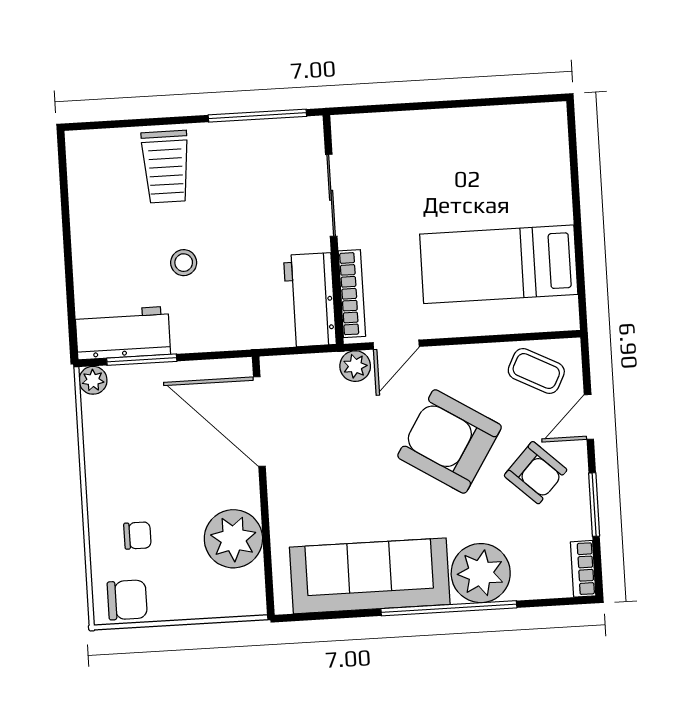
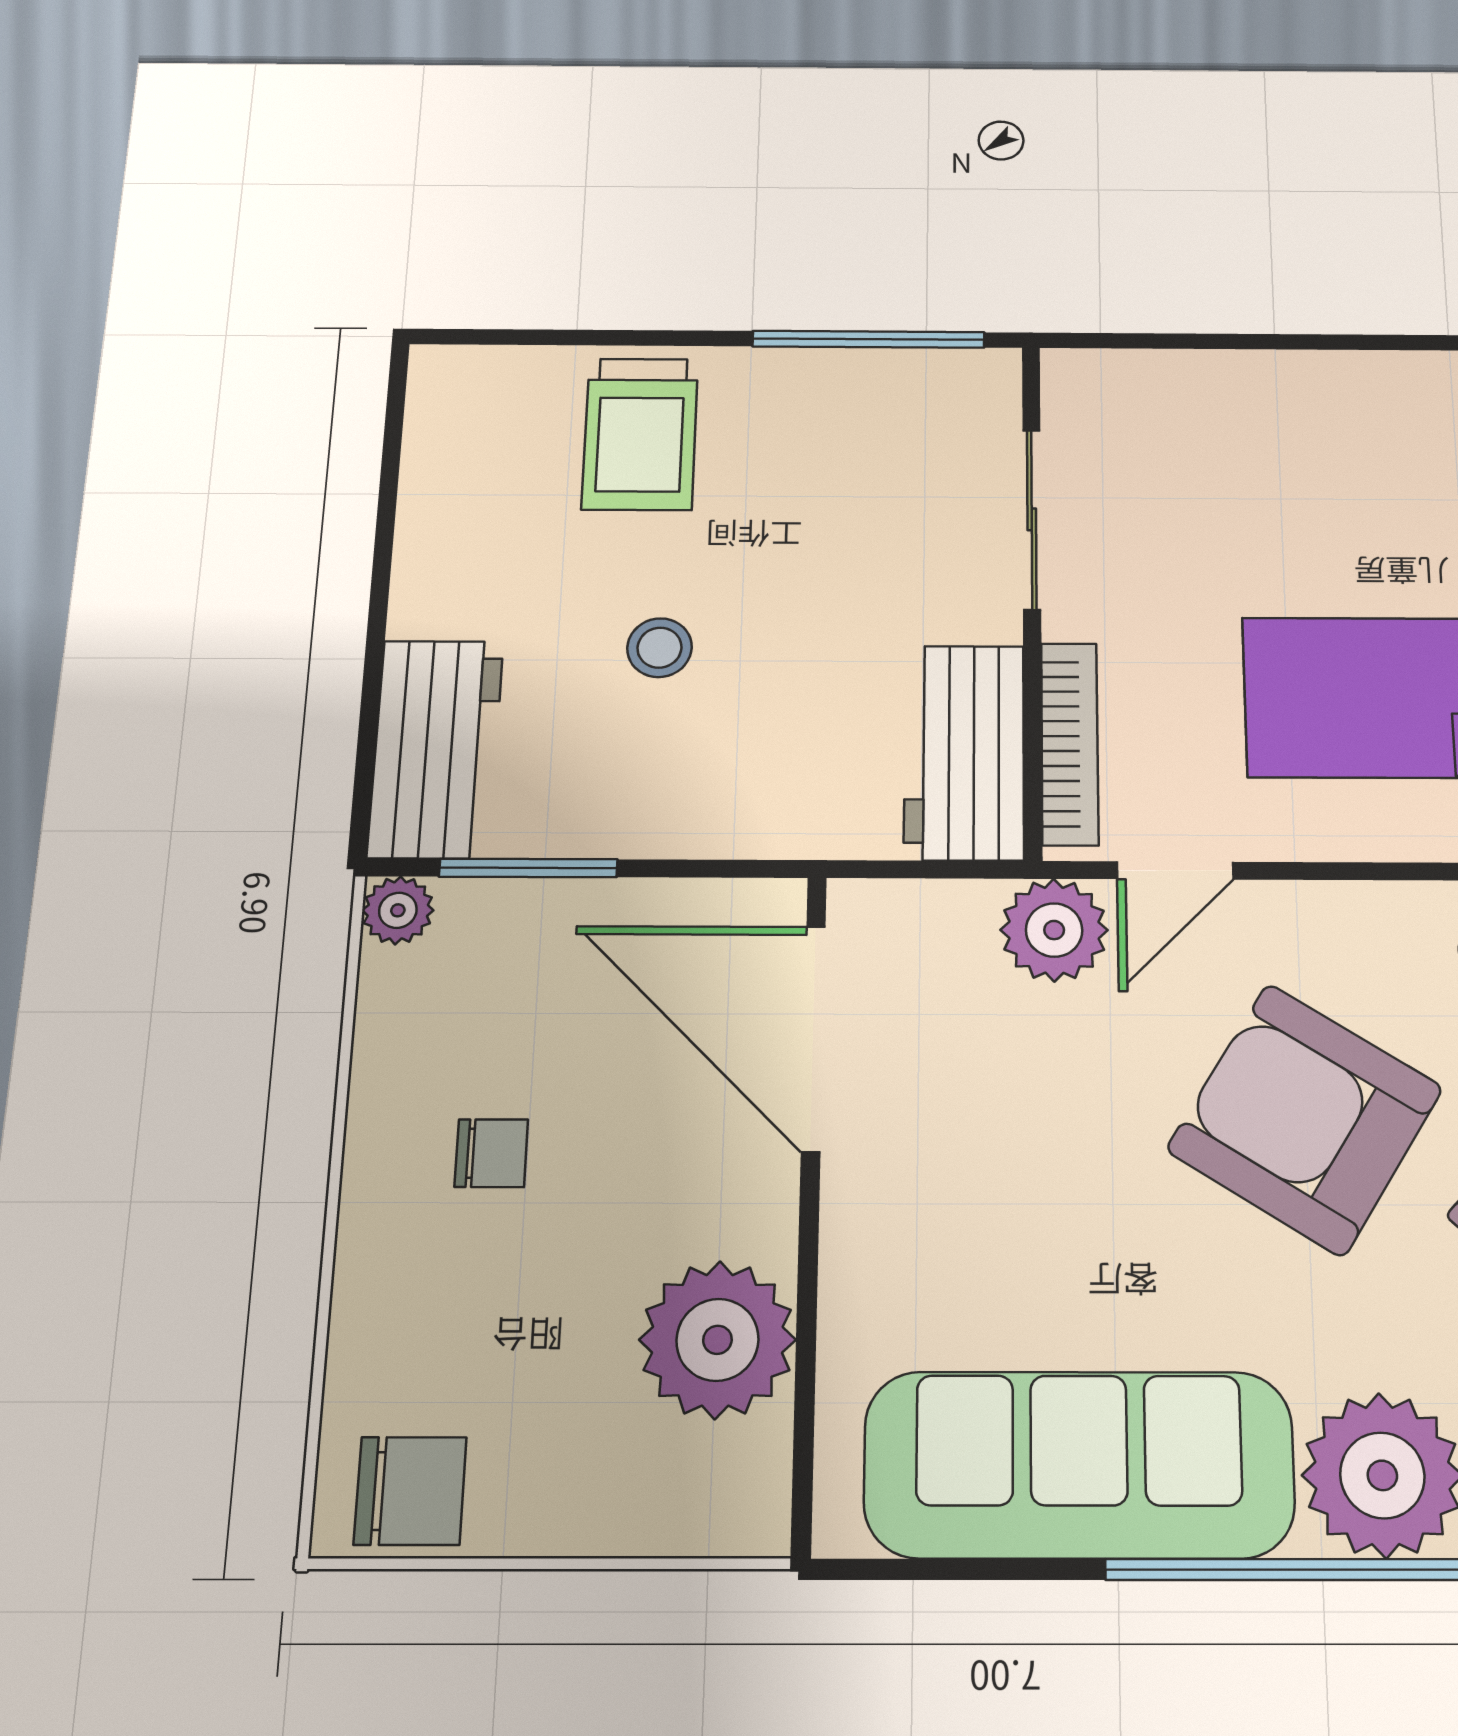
workbench: (123, 333) -> (436, 749), moved, turned 90
plant: (355, 366) -> (1054, 930), width x1.38, depth x1.38
chair: (137, 535) -> (491, 1153), moved

